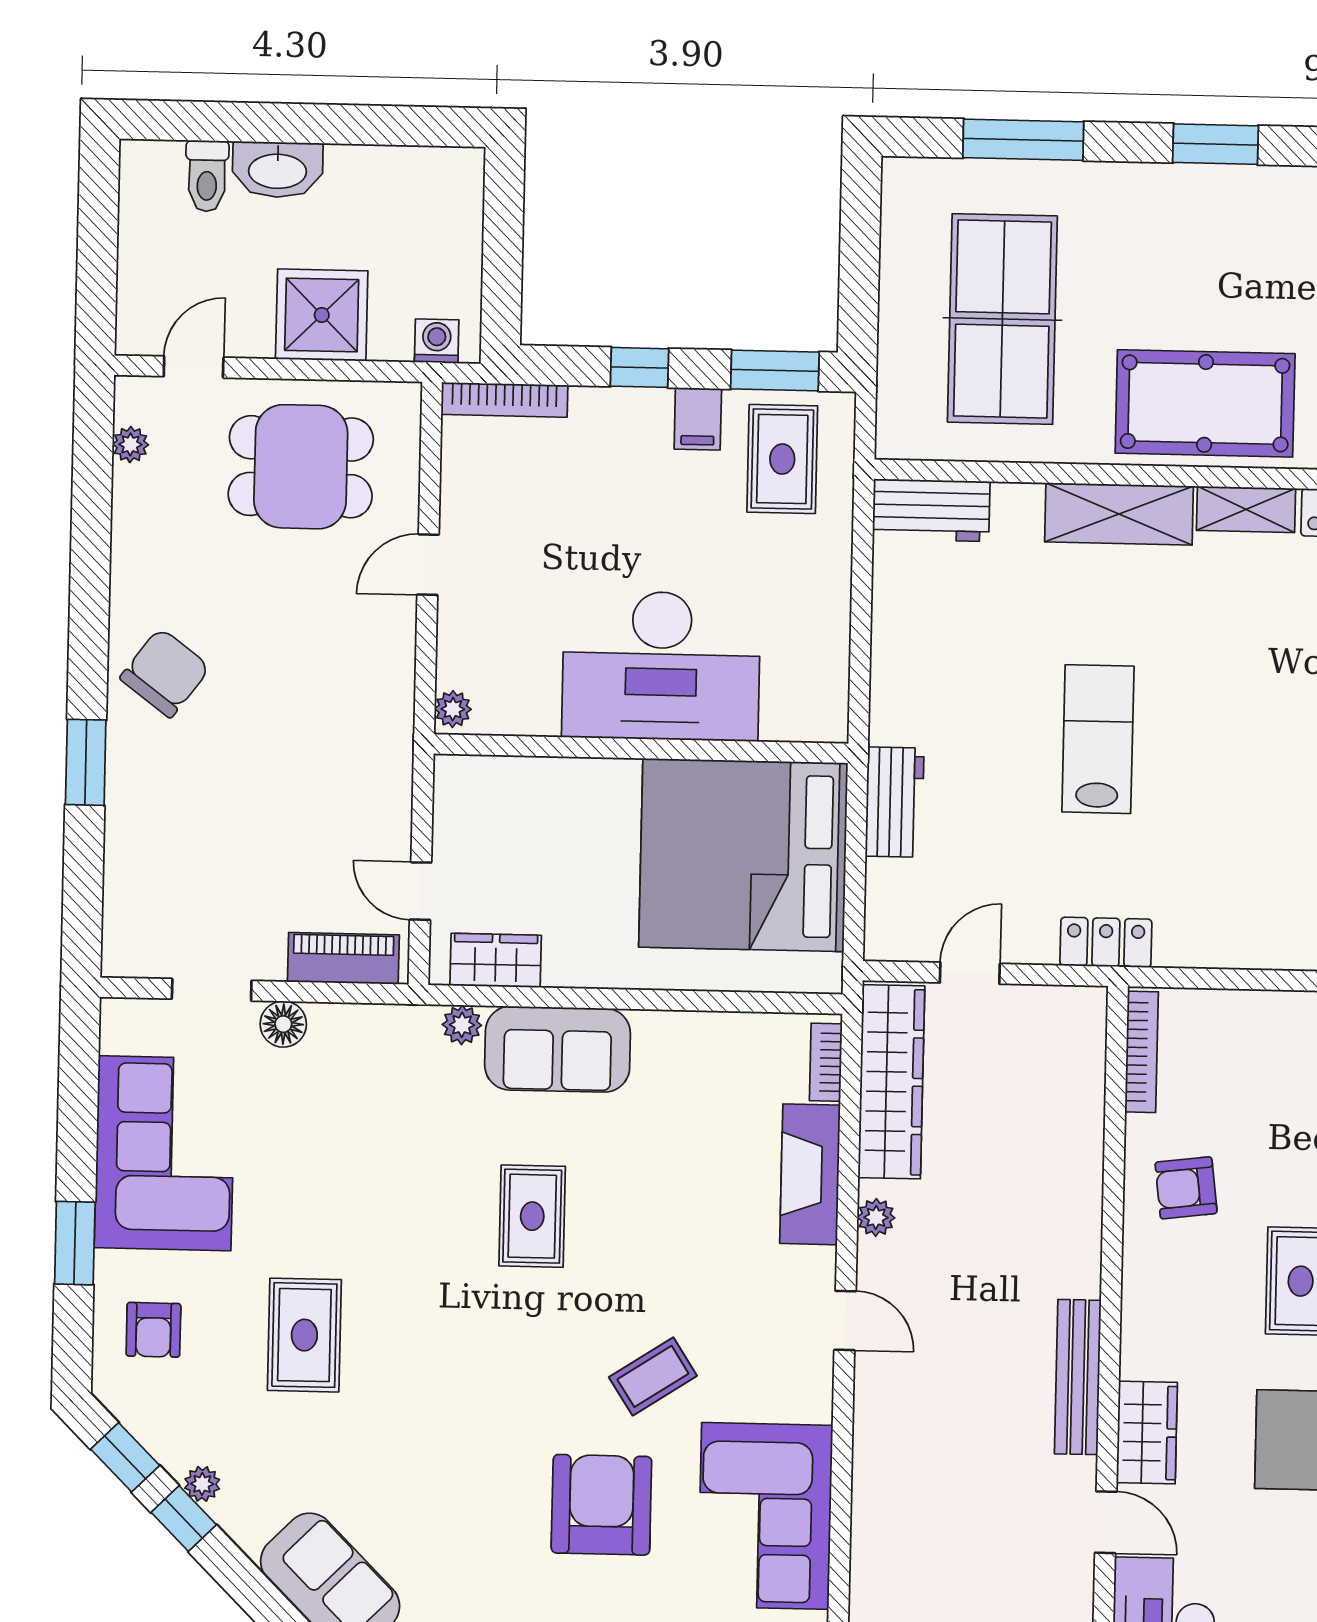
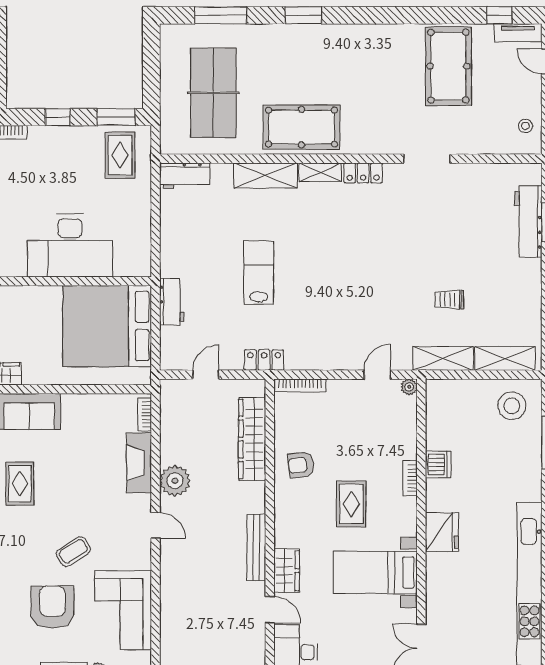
filing cabinet: (698, 419) -> (83, 139), removed
bookcase: (1142, 1052) -> (300, 385), moved, turned 90
wardrobe: (891, 1082) -> (252, 439), moved, turned 180
plant: (876, 1217) -> (175, 481), width x1.88, depth x1.88

